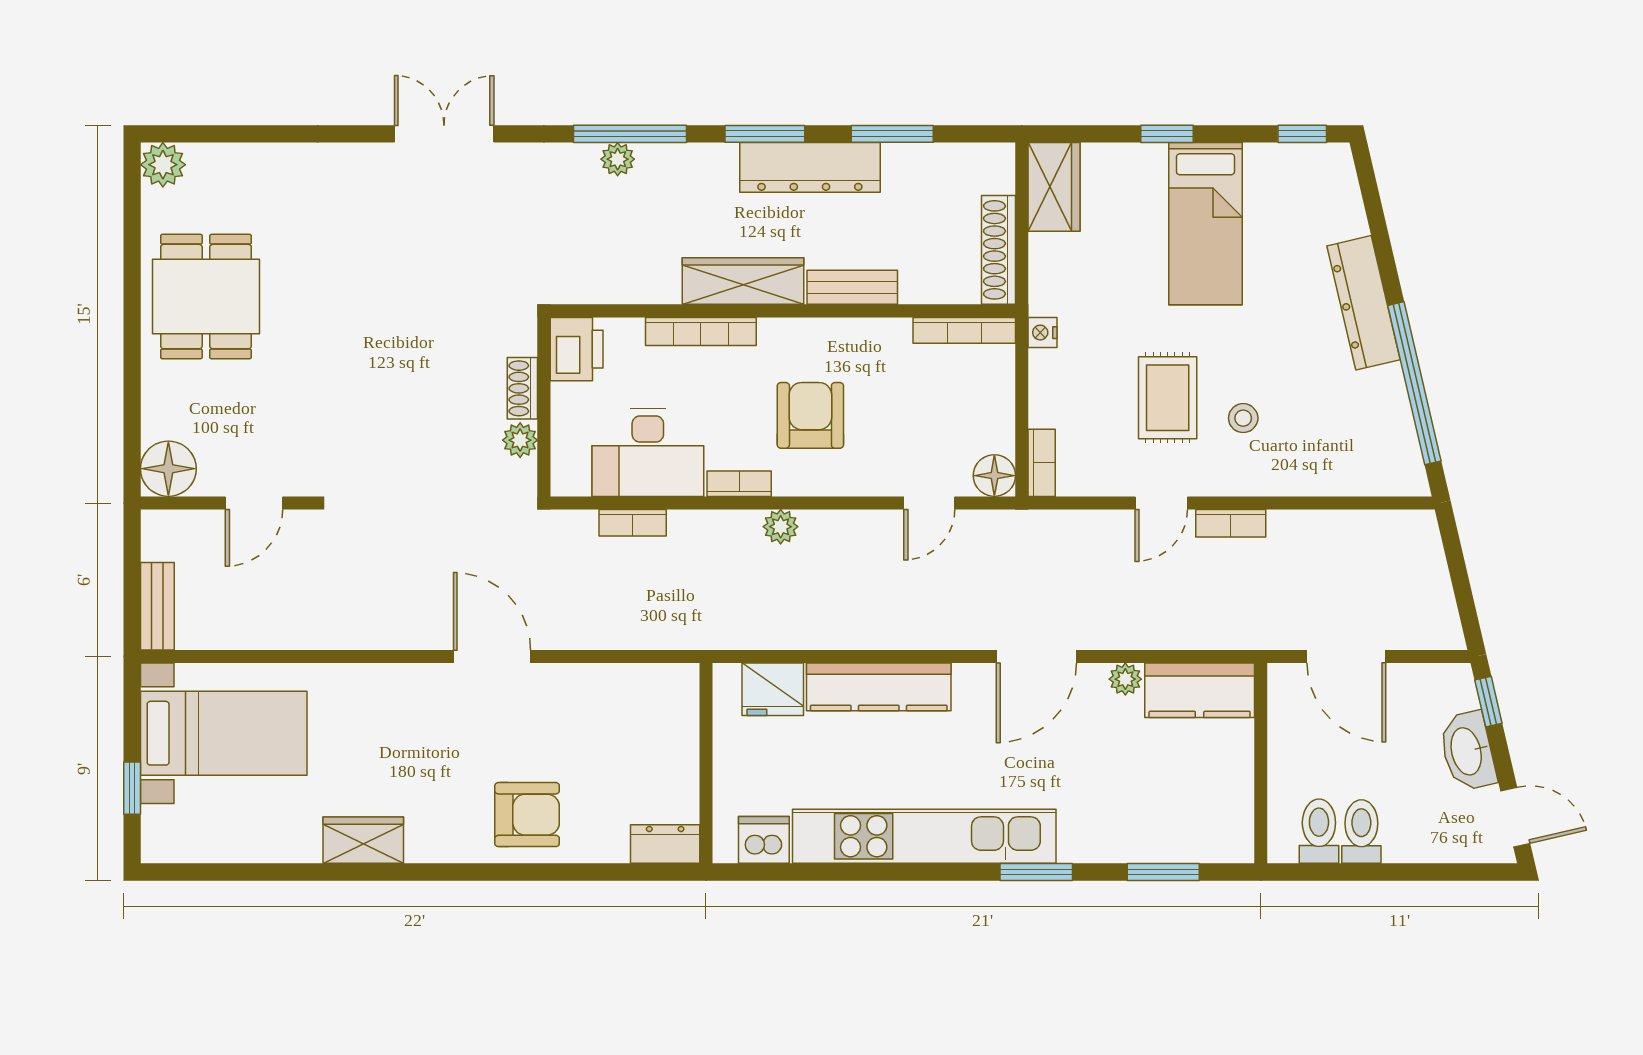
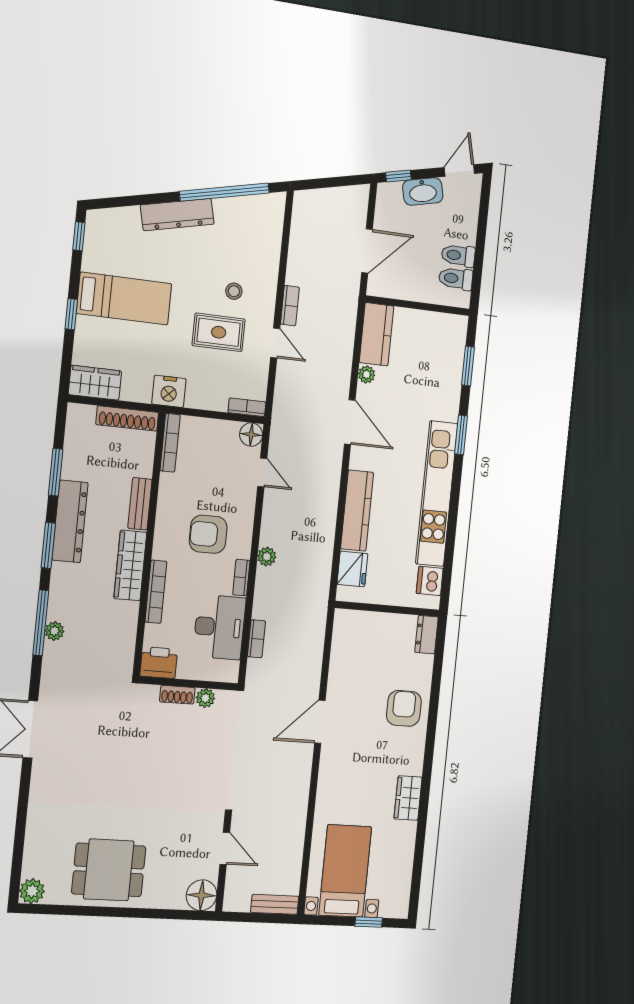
nightstand: (1043, 333) -> (169, 391), width x1.89, depth x1.79

